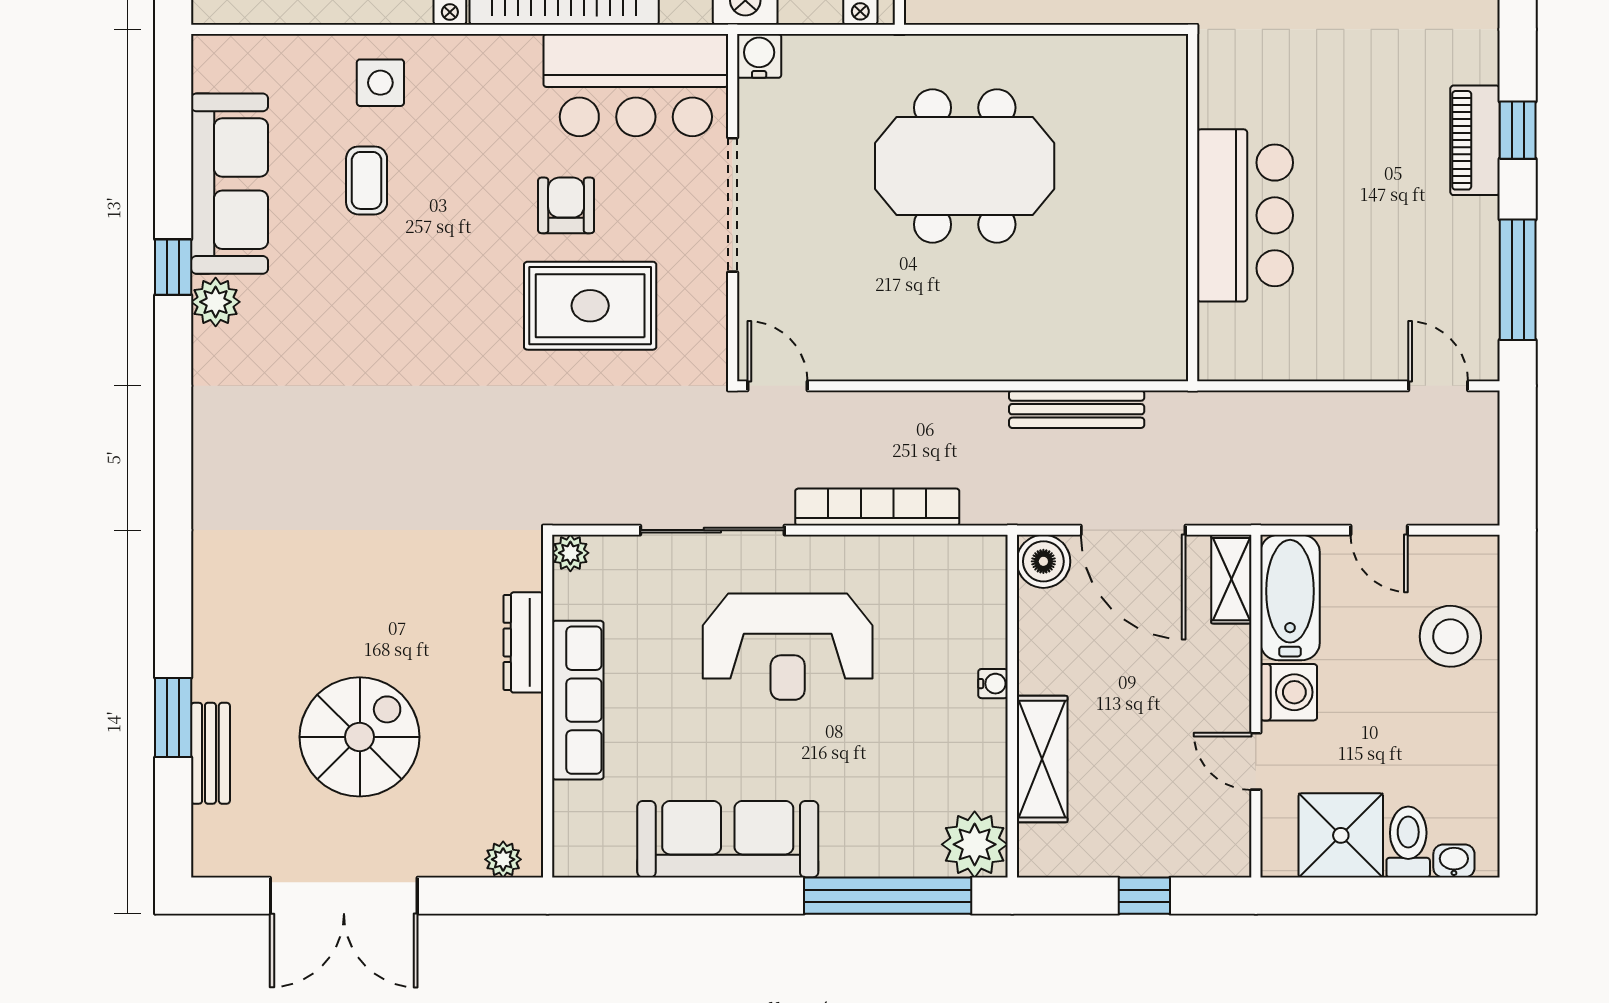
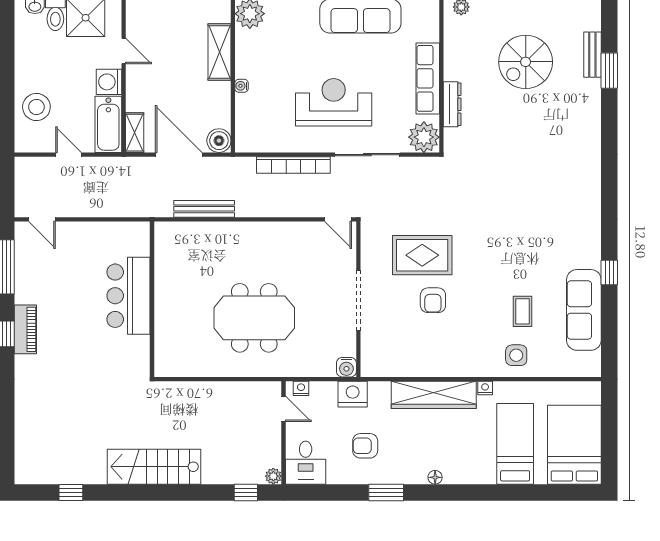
bar counter: (636, 85) -> (402, 354), removed
plant: (216, 302) -> (590, 257), removed
plant: (570, 553) -> (424, 137), width x1.88, depth x1.88

